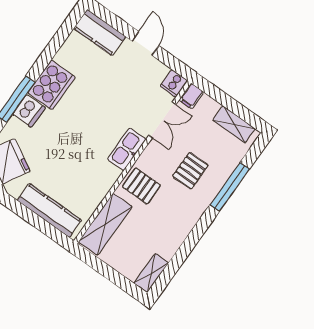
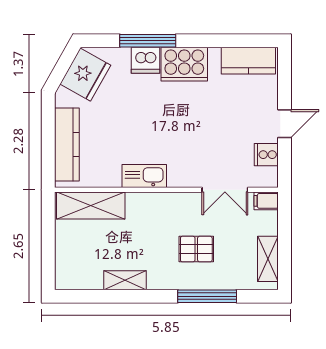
kitchen counter: (100, 32) -> (248, 61), moved, turned -90
cooker: (174, 83) -> (266, 155), moved
kitchen sink: (127, 149) -> (144, 176), moved
pallet: (141, 186) -> (150, 214), removed
shelving: (151, 273) -> (125, 280), moved

